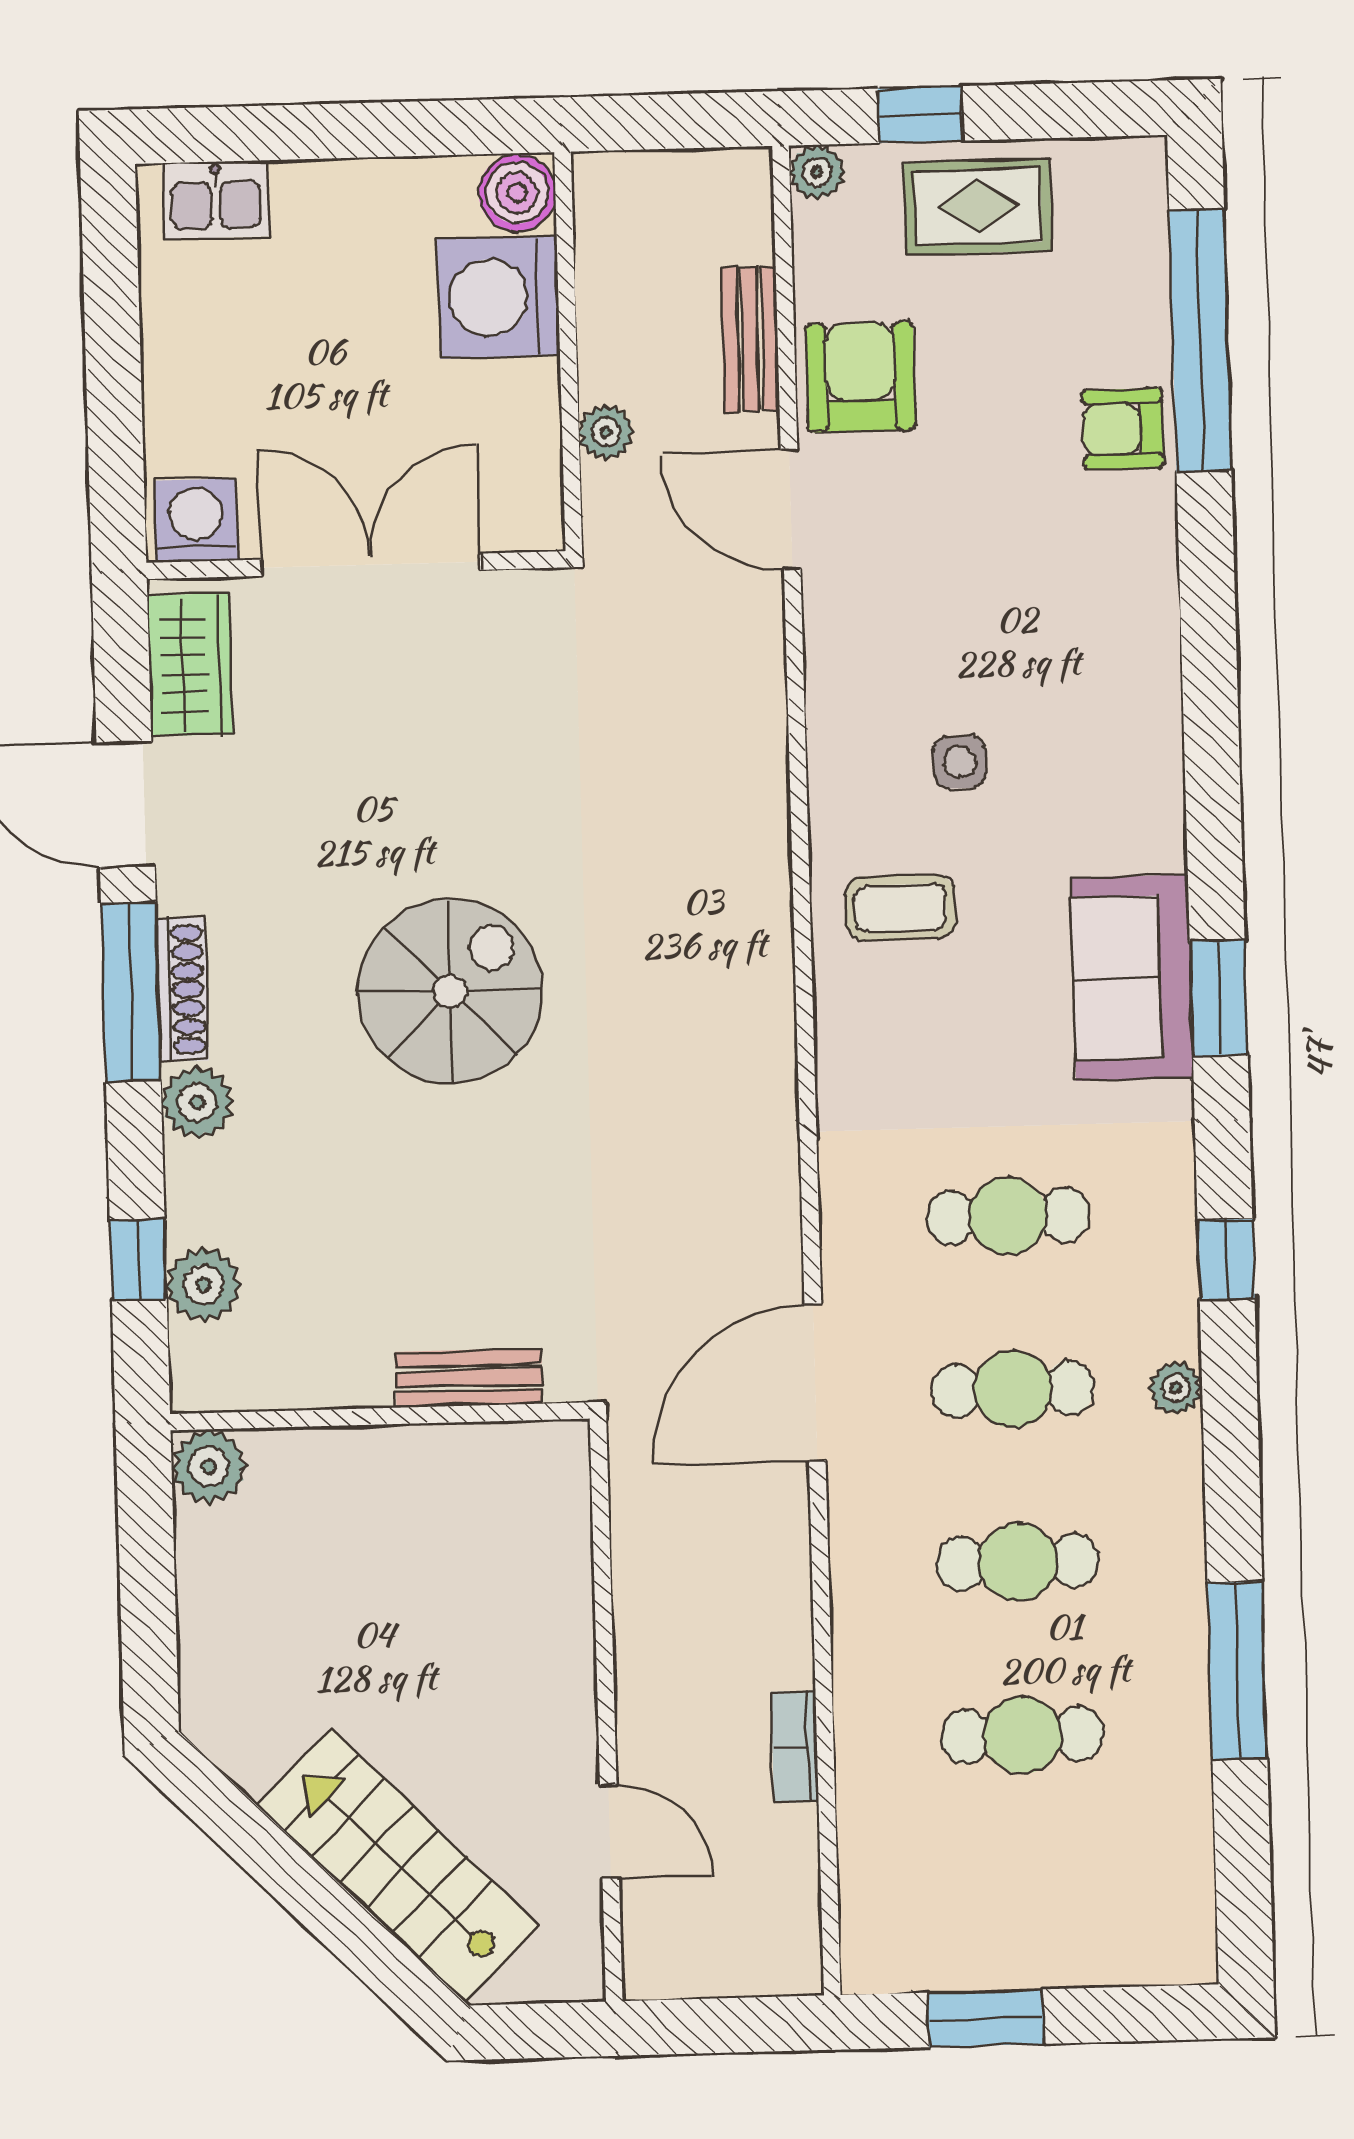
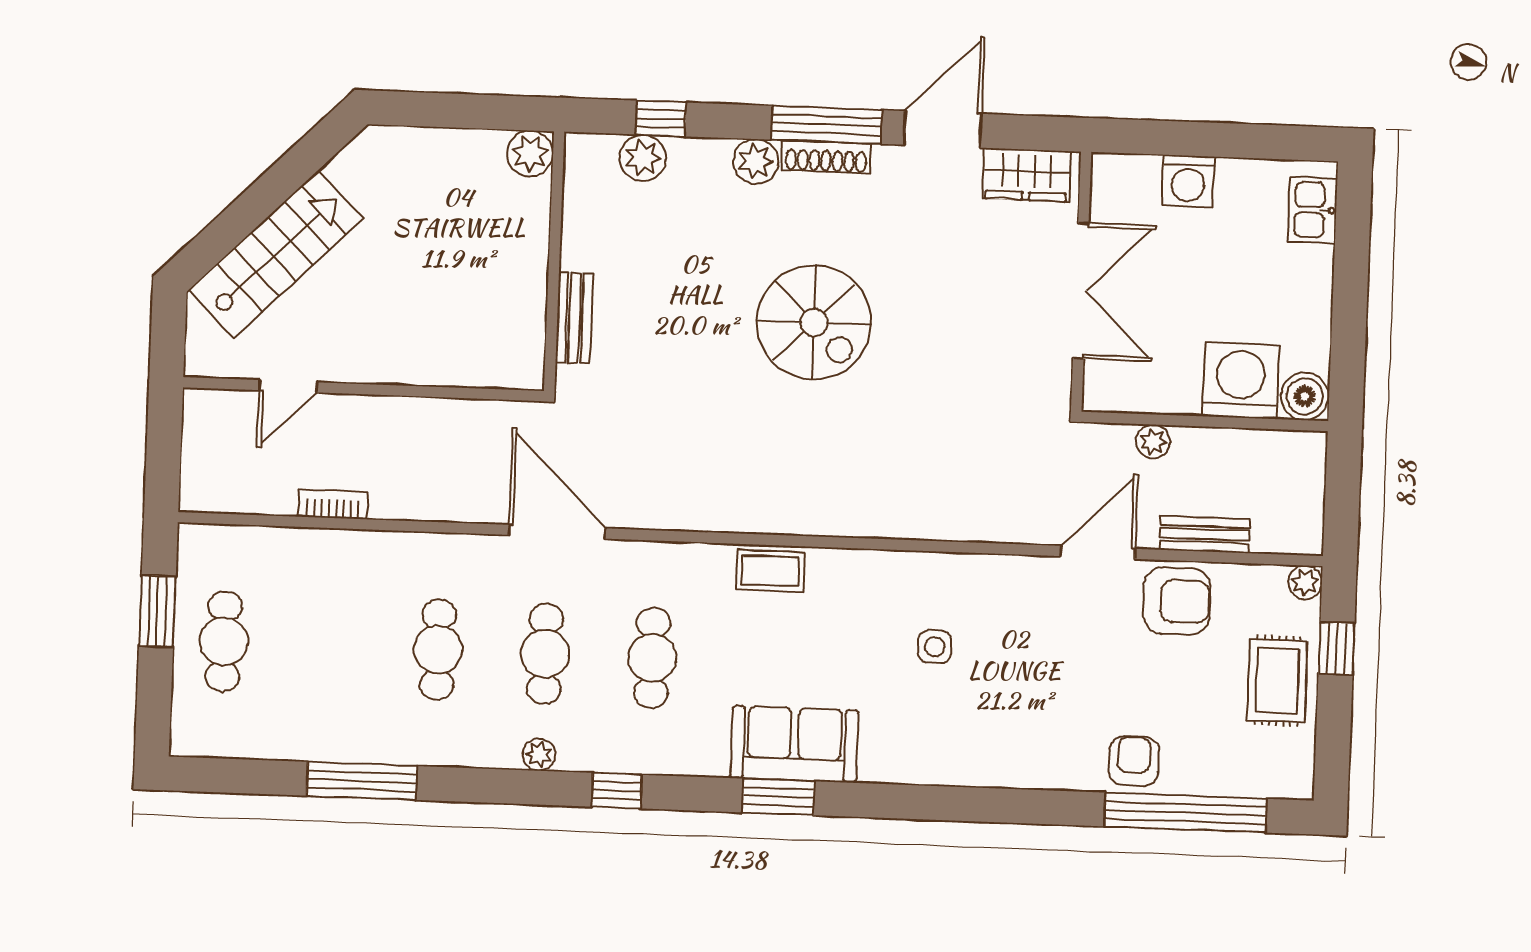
washing machine: (196, 520) -> (1188, 181), moved, turned 90
coffee table: (900, 908) -> (770, 571), moved, turned 90
cafe table: (1023, 1735) -> (224, 641), moved

